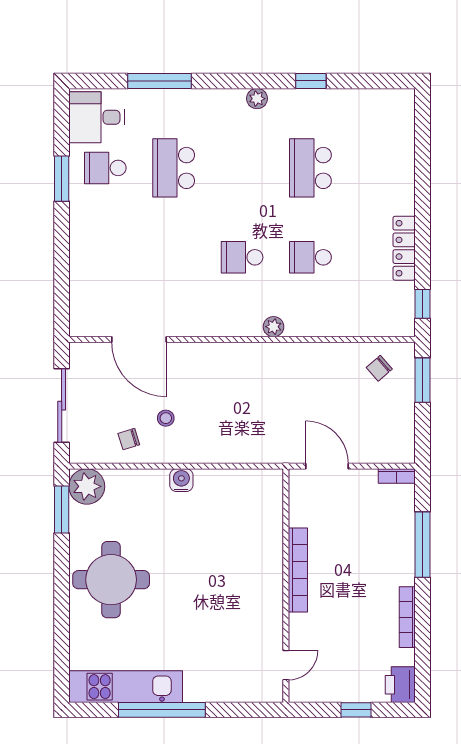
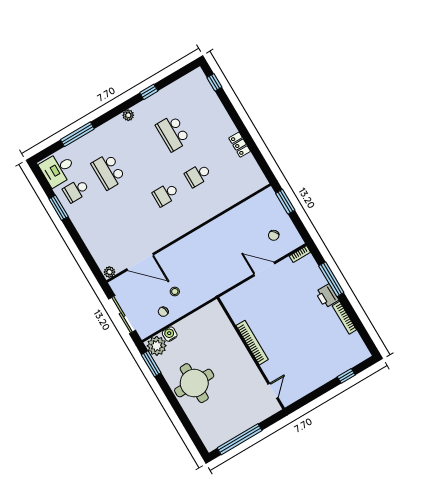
locker: (404, 248) -> (240, 145), width x0.66
window: (422, 304) -> (214, 82), moved
plant: (273, 327) -> (109, 272), moved
chair: (379, 368) -> (274, 235), moved
water cooler: (181, 480) -> (170, 334), moved
bookcase: (298, 570) -> (252, 343), moved
wall: (286, 586) -> (251, 353), moved
door: (286, 665) -> (273, 391), moved
printer: (400, 685) -> (327, 296), moved
kitchen unit: (126, 687) -> (231, 429), removed
window: (162, 710) -> (240, 439), moved

